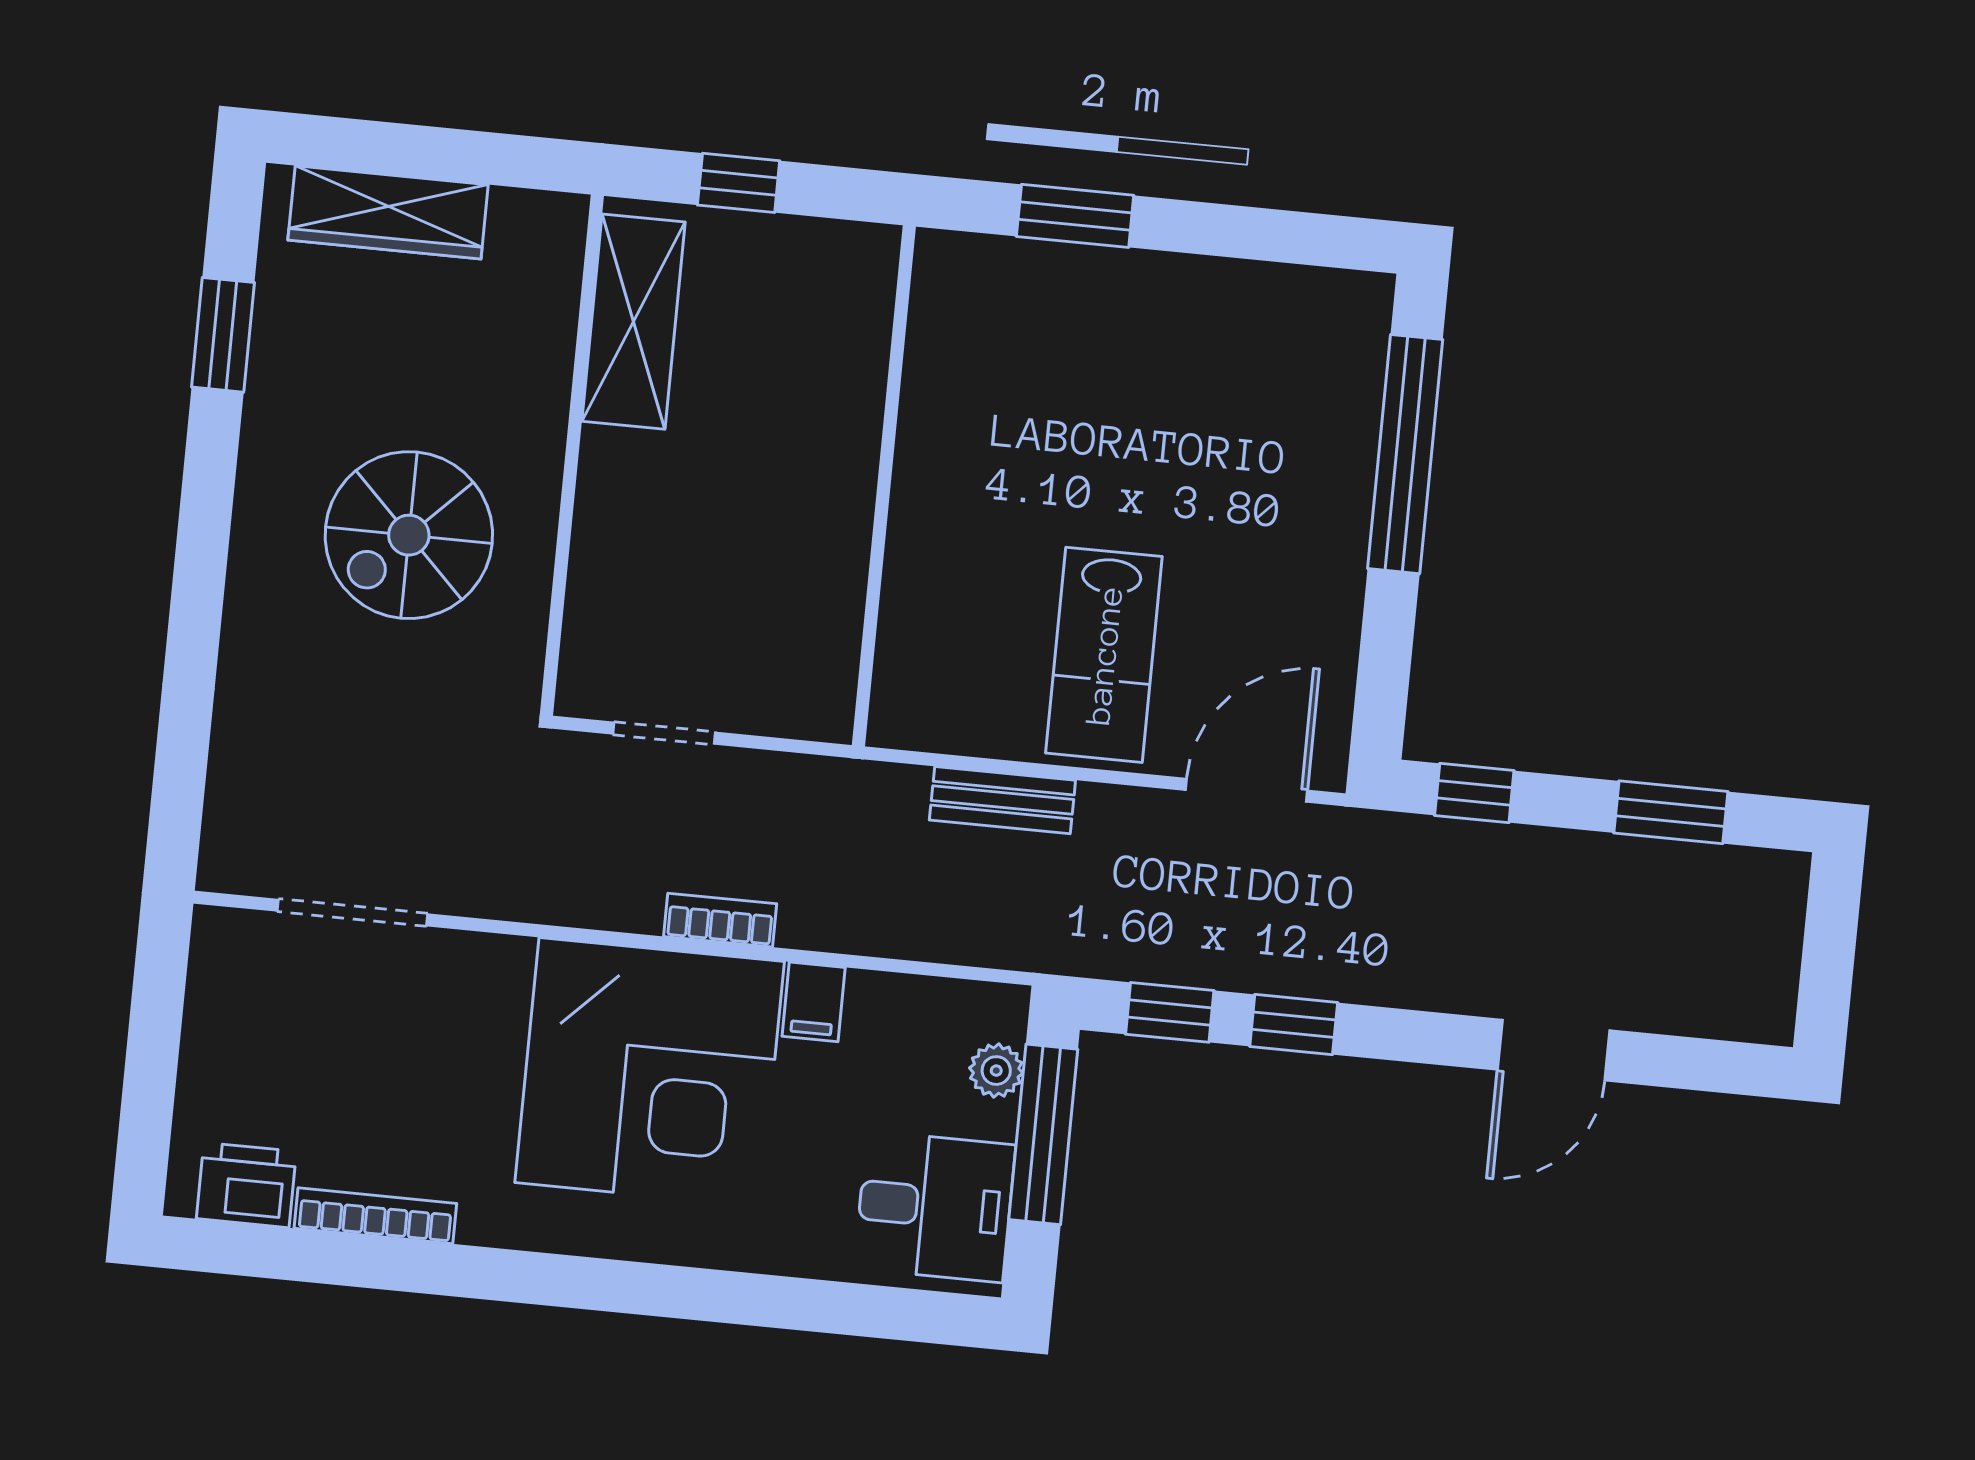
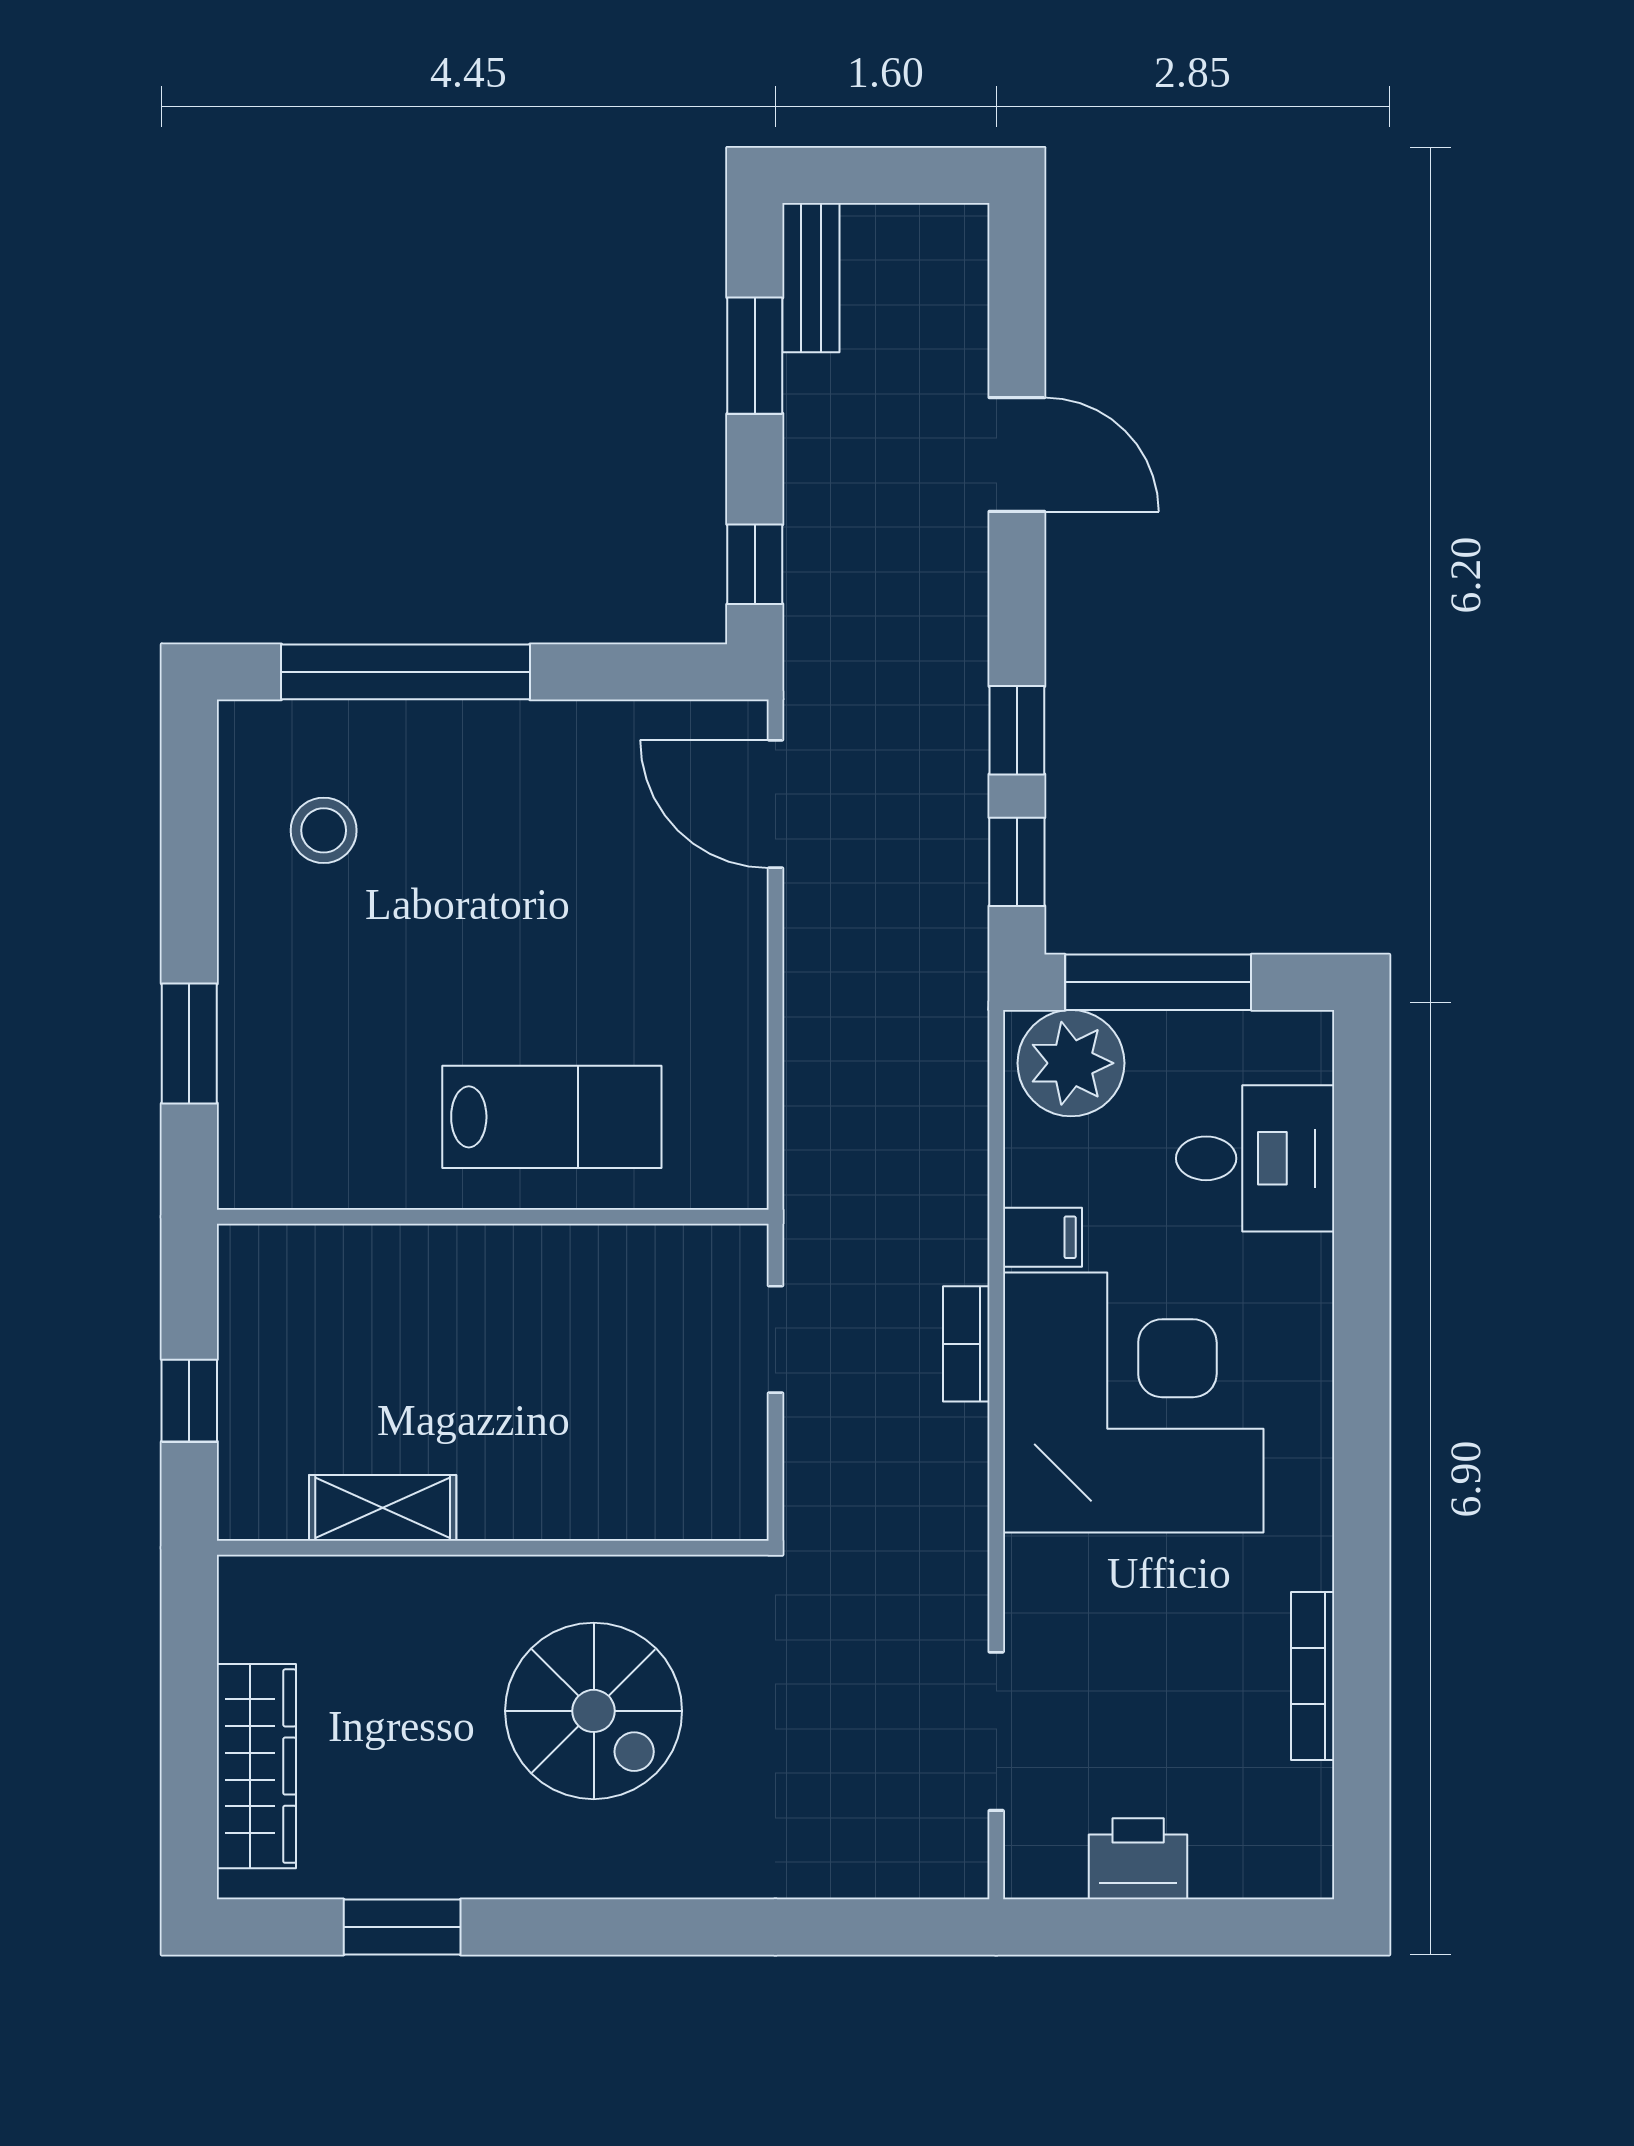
shelving: (633, 322) -> (383, 1508), width x0.67, depth x0.75
stool: (1263, 362) -> (324, 830), added
lab bench: (1104, 655) -> (552, 1117), moved
doorway: (664, 733) -> (775, 1339), moved
bench: (1002, 800) -> (811, 278), moved
plant: (996, 1071) -> (1071, 1063), width x1.87, depth x1.87
printer: (246, 1185) -> (1138, 1859), moved, turned 90
desk: (935, 1207) -> (1255, 1158), moved, turned 90

